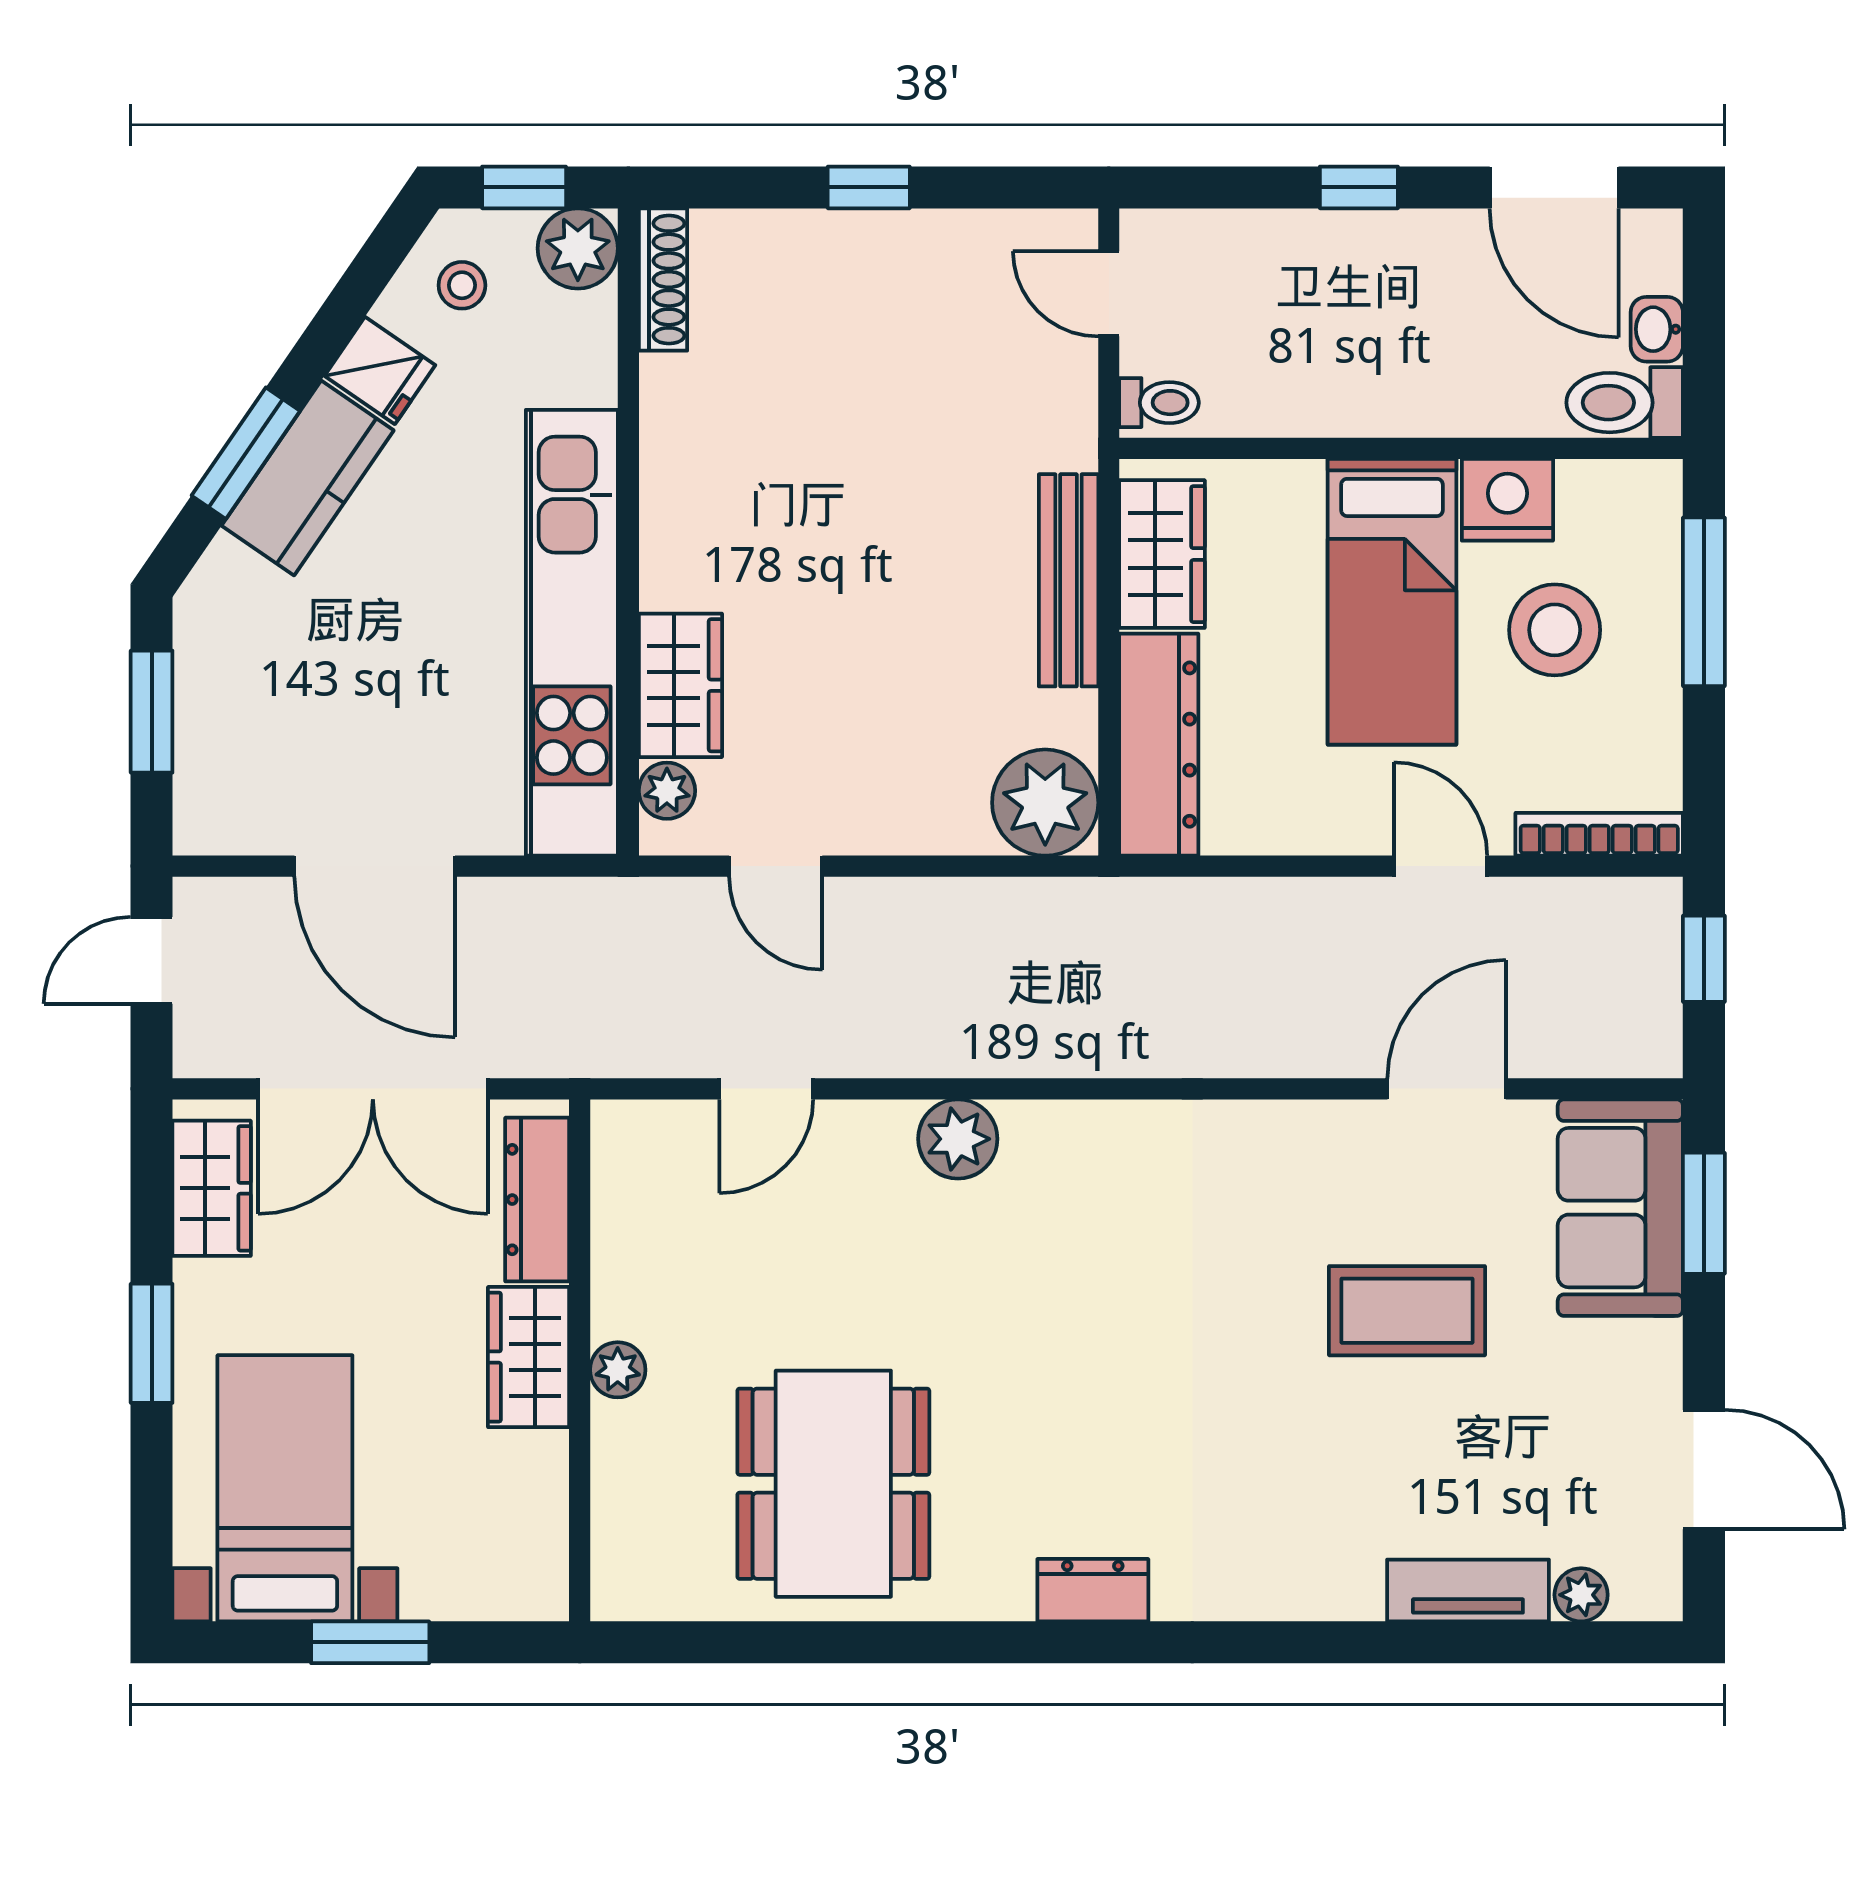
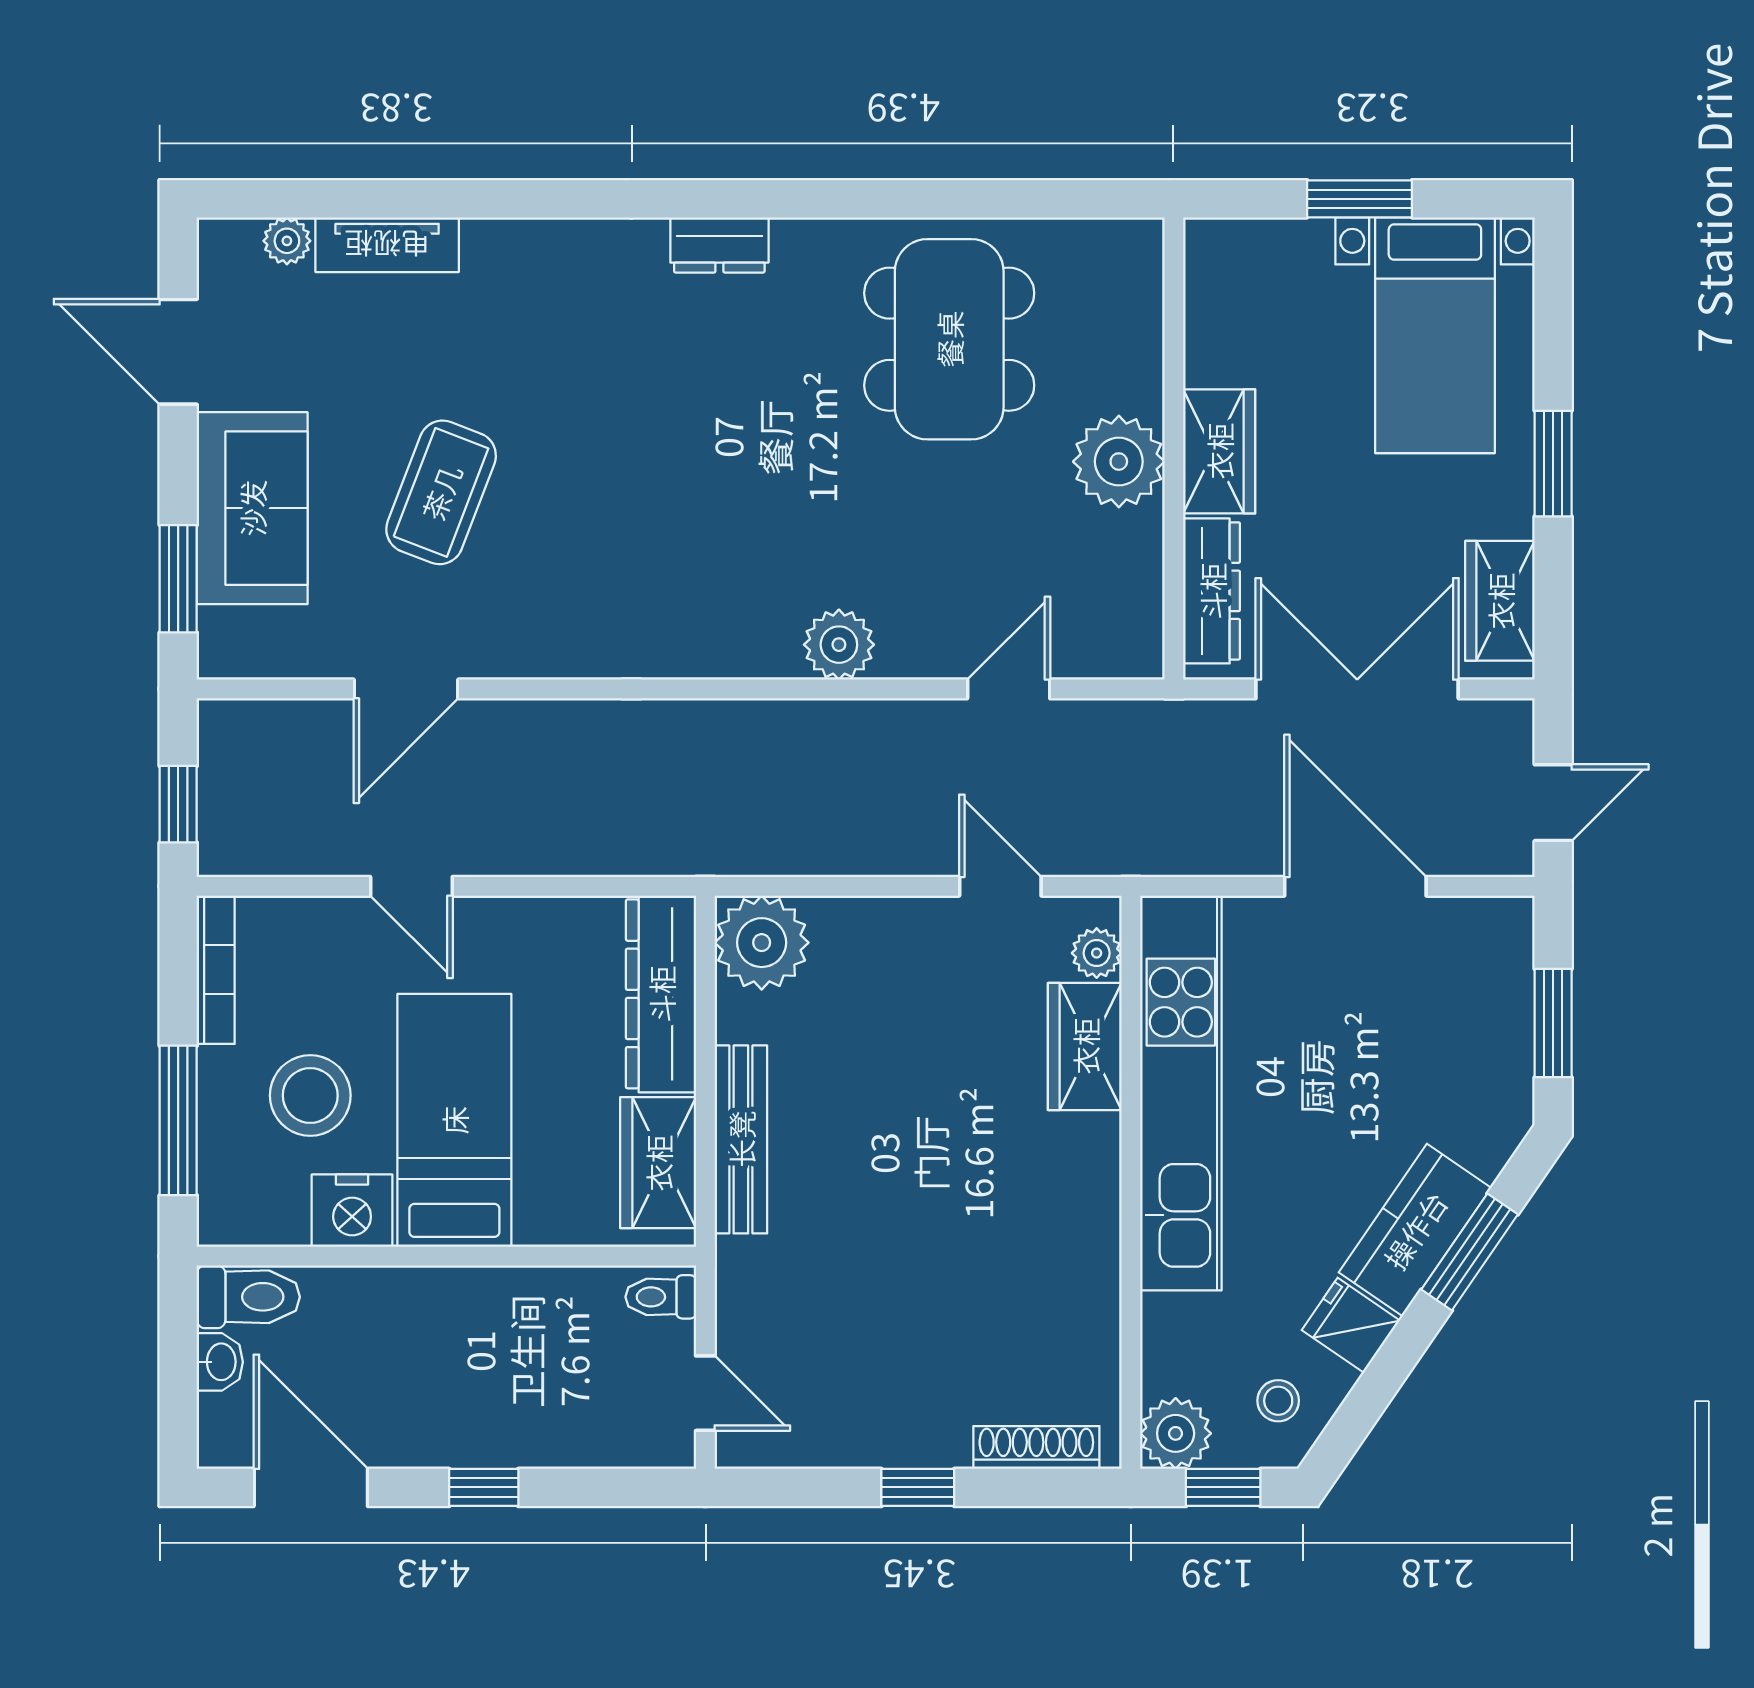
shoe rack: (663, 279) -> (1036, 1447), moved, turned 90
bookcase: (1599, 834) -> (216, 970), moved, turned -90
sofa: (1620, 1208) -> (252, 508), moved
coffee table: (1407, 1311) -> (441, 492), turned -69
plant: (618, 1370) -> (1119, 462), width x1.88, depth x1.88

